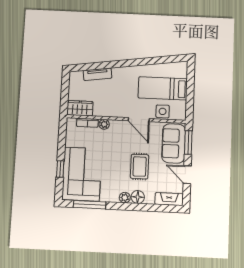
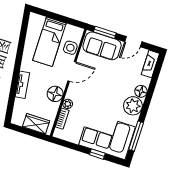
tv unit: (98, 74) -> (22, 85), moved
wardrobe: (80, 108) -> (36, 124), moved, turned 90
floor lamp: (111, 109) -> (55, 94), added
rug: (140, 167) -> (114, 82), removed
plant: (125, 198) -> (133, 106), width x1.88, depth x1.88

